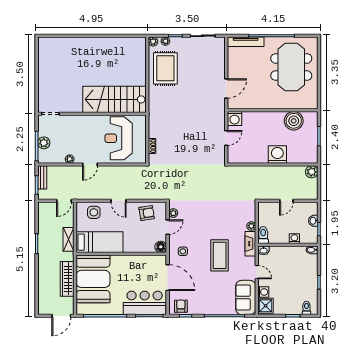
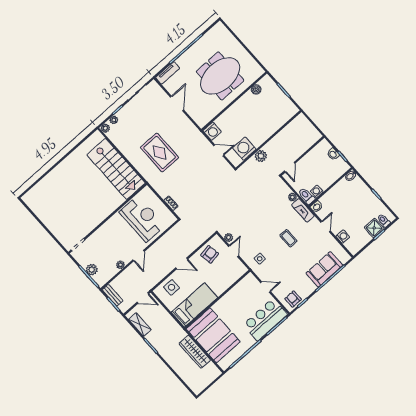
tv unit: (246, 42) -> (168, 73), width x0.71
meeting table: (291, 67) -> (220, 76), moved, turned 90
rug: (165, 68) -> (160, 153), moved
door: (226, 88) -> (177, 103), moved
stairs: (115, 99) -> (116, 169), moved, turned -90
boiler: (294, 121) -> (256, 89), width x0.54, depth x0.54
reception desk: (119, 138) -> (142, 219), turned 180
door: (226, 138) -> (219, 150), hinge flipped
washing machine: (277, 154) -> (244, 149), moved
plant: (312, 172) -> (261, 156), moved
door: (64, 201) -> (143, 298), hinge flipped
door: (286, 201) -> (290, 167), moved
shelving: (68, 239) -> (140, 324), moved
washing machine: (294, 239) -> (317, 191), moved
floor lamp: (161, 247) -> (241, 269), removed
coffee table: (220, 255) -> (288, 238), width x0.54, depth x0.58
door: (257, 272) -> (326, 226), hinge flipped
door: (168, 278) -> (266, 287), width x0.53
sofa: (246, 297) -> (324, 269), moved, turned 90
shower: (266, 306) -> (374, 228), moved
door: (61, 316) -> (214, 382), removed

